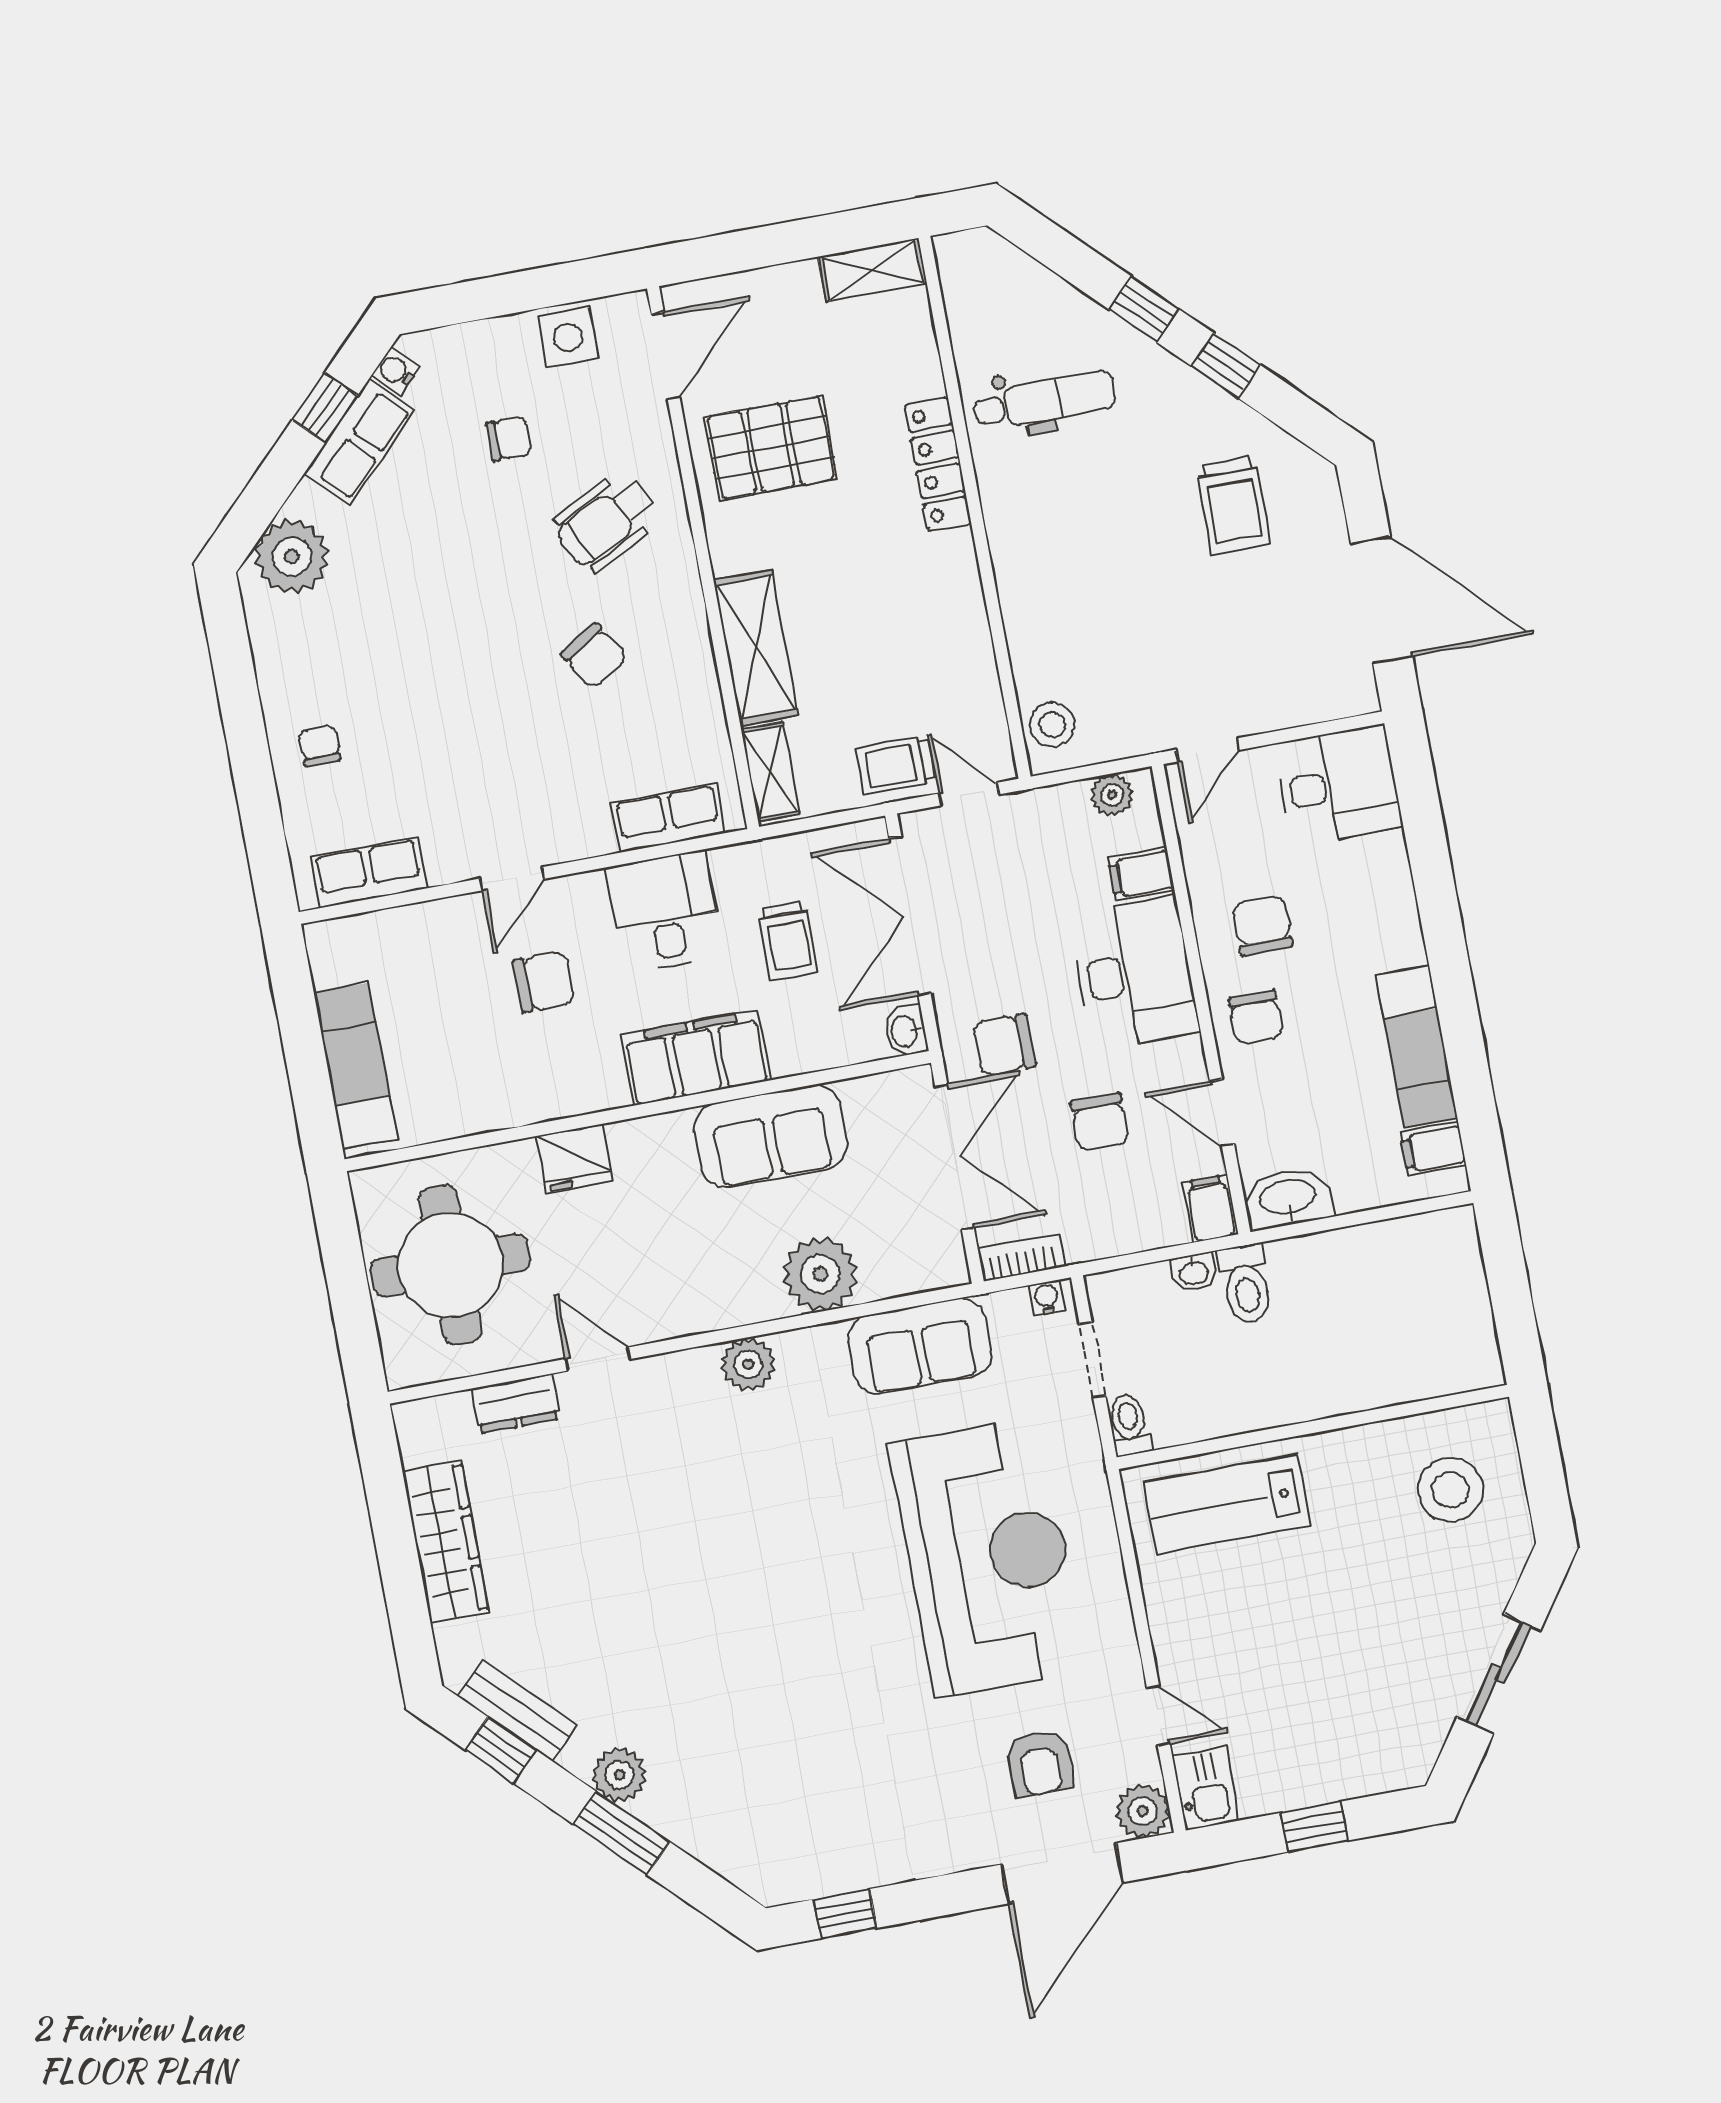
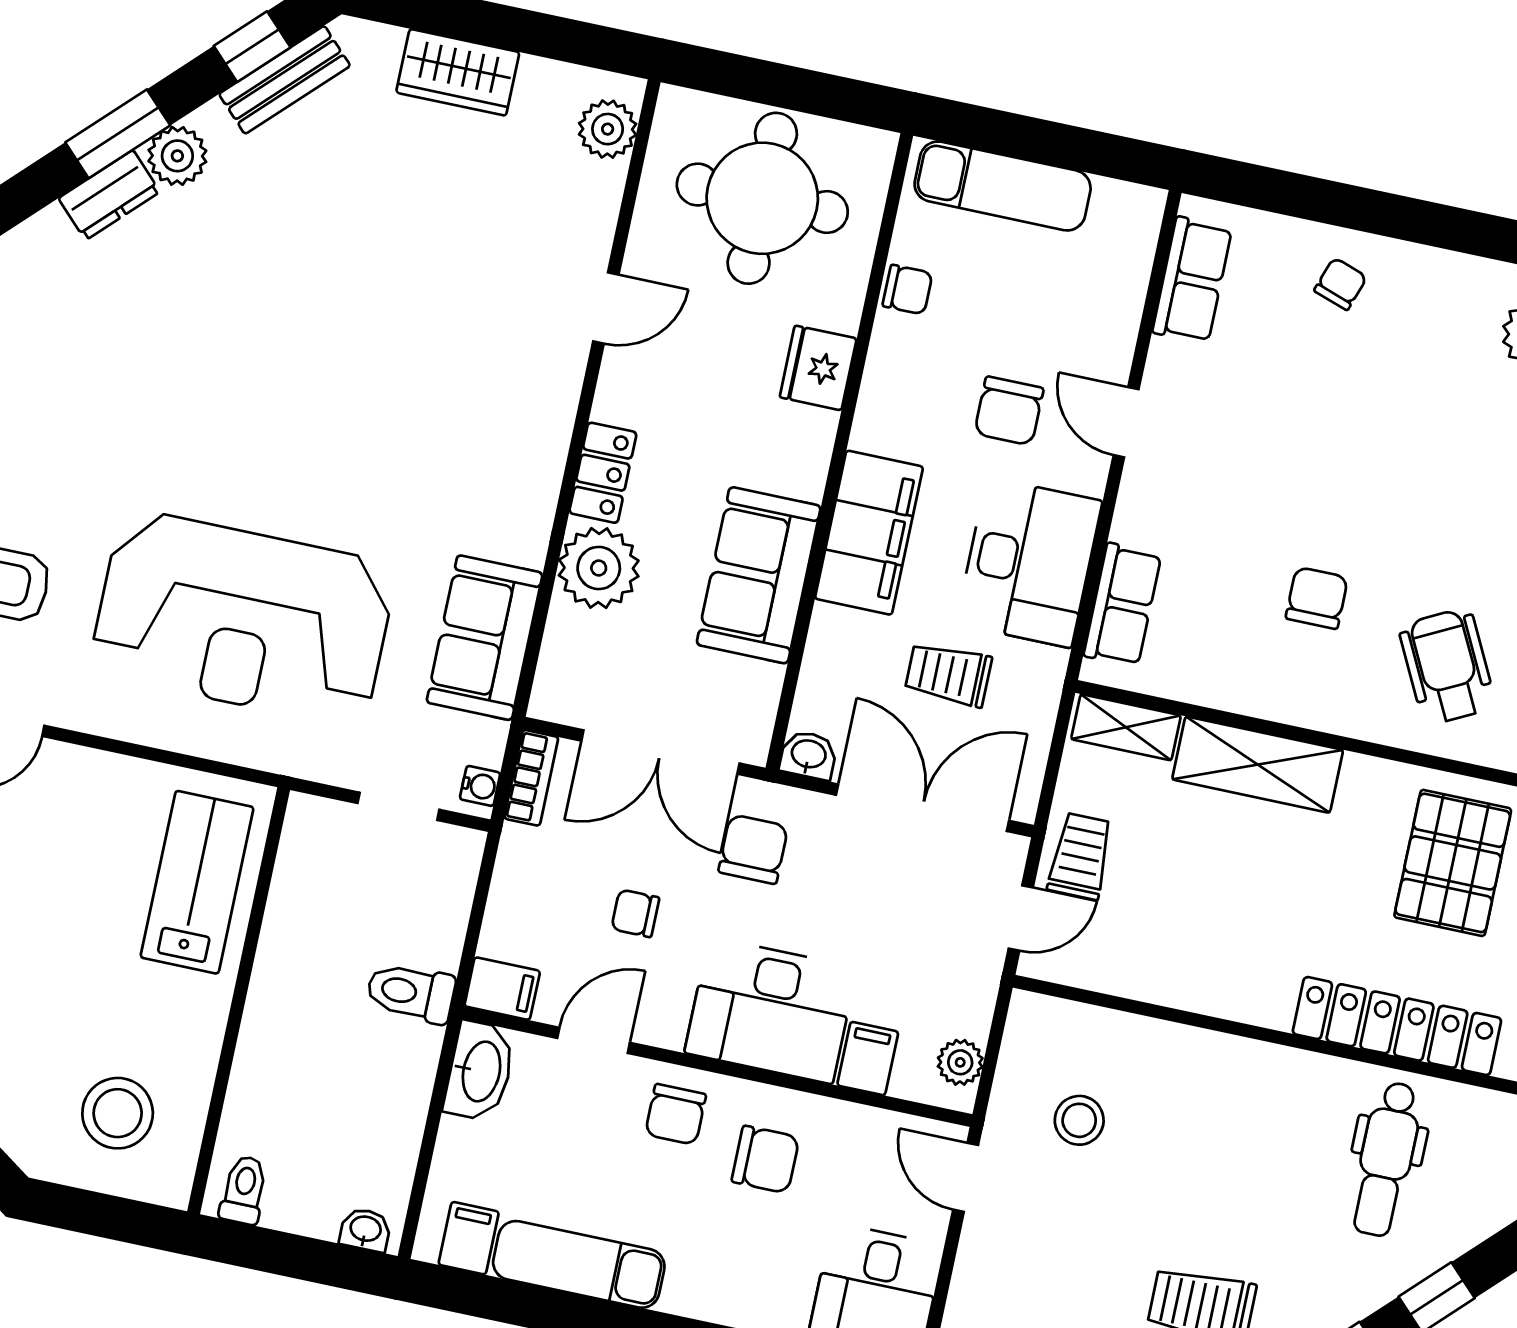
locker: (938, 464) -> (1397, 1026), width x1.41, depth x1.21
chair: (594, 656) -> (1317, 598), turned 122
stool: (1052, 725) -> (1079, 1120), moved
chair: (320, 746) -> (1341, 284), turned -71
desk: (665, 912) -> (1029, 562), width x1.37
chair: (1256, 1017) -> (676, 1114), turned -90
chair: (477, 1110) -> (908, 290), added
chair: (1100, 1122) -> (635, 913), width x0.73, depth x0.73
washbasin: (1194, 1272) -> (365, 1230), moved, turned 90
locker: (738, 1304) -> (603, 473), added
plant: (748, 1364) -> (608, 129), moved
dresser: (516, 1404) -> (109, 195), moved, turned -135
toilet: (1129, 1424) -> (244, 1190), moved, turned -90
wardrobe: (446, 1542) -> (458, 72), width x0.67

